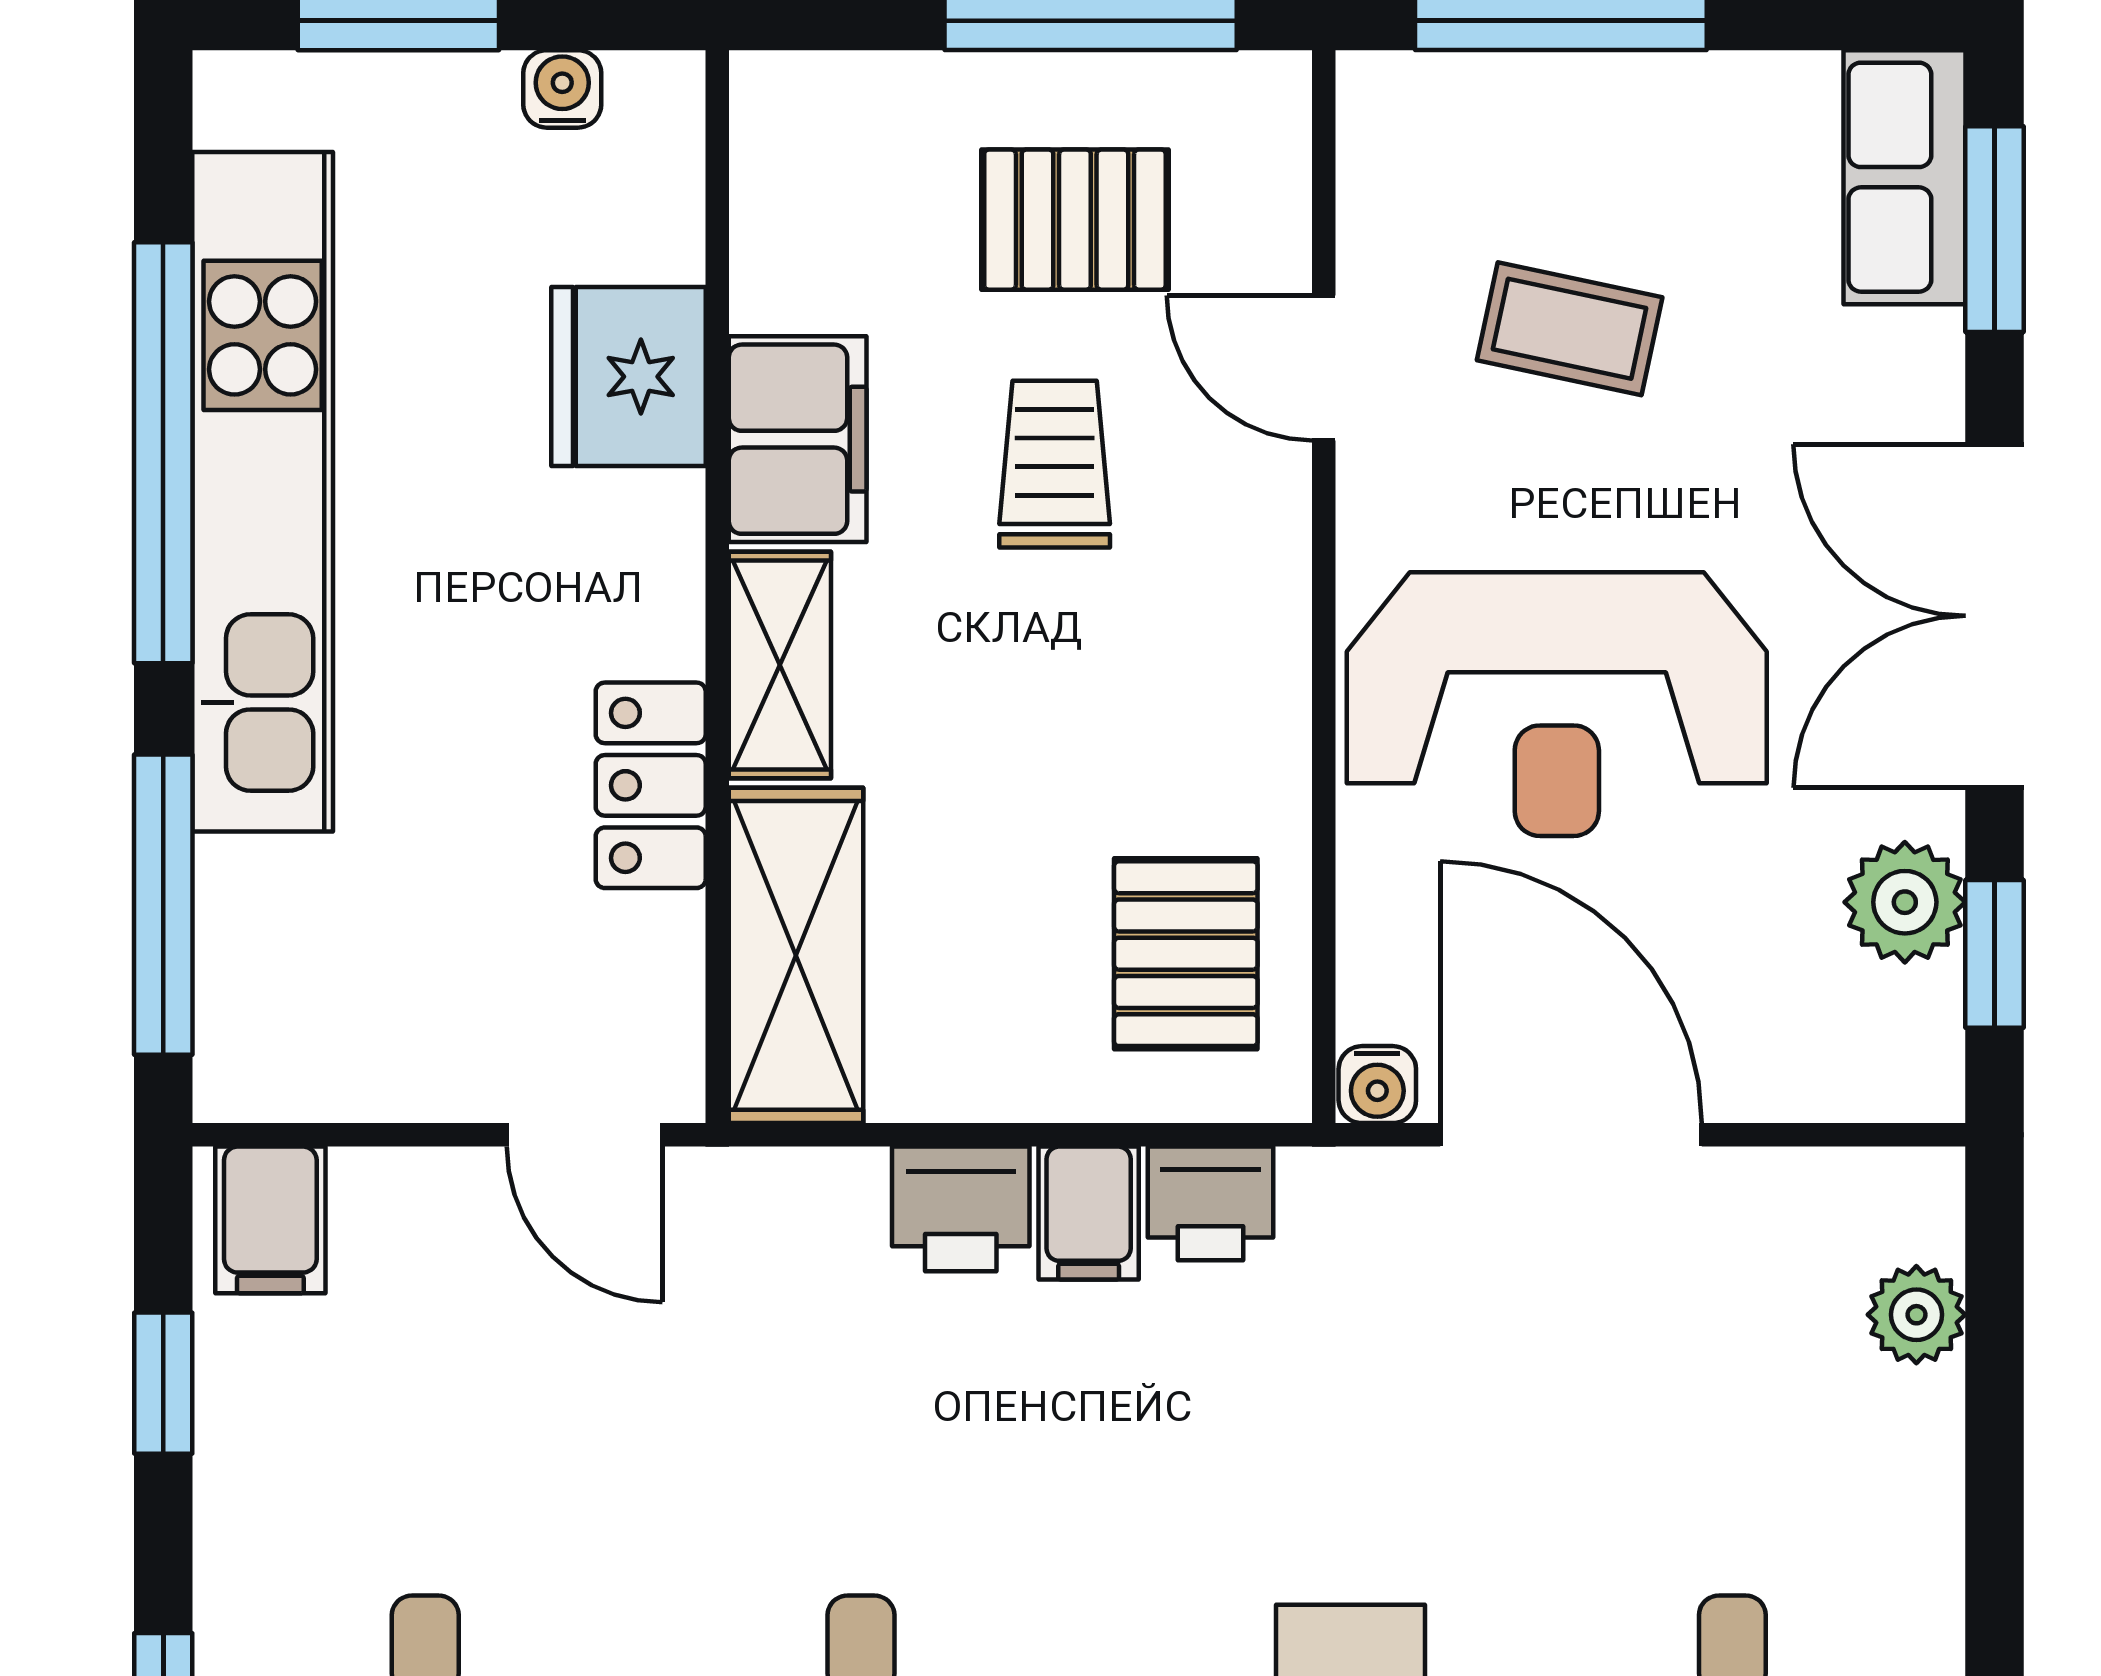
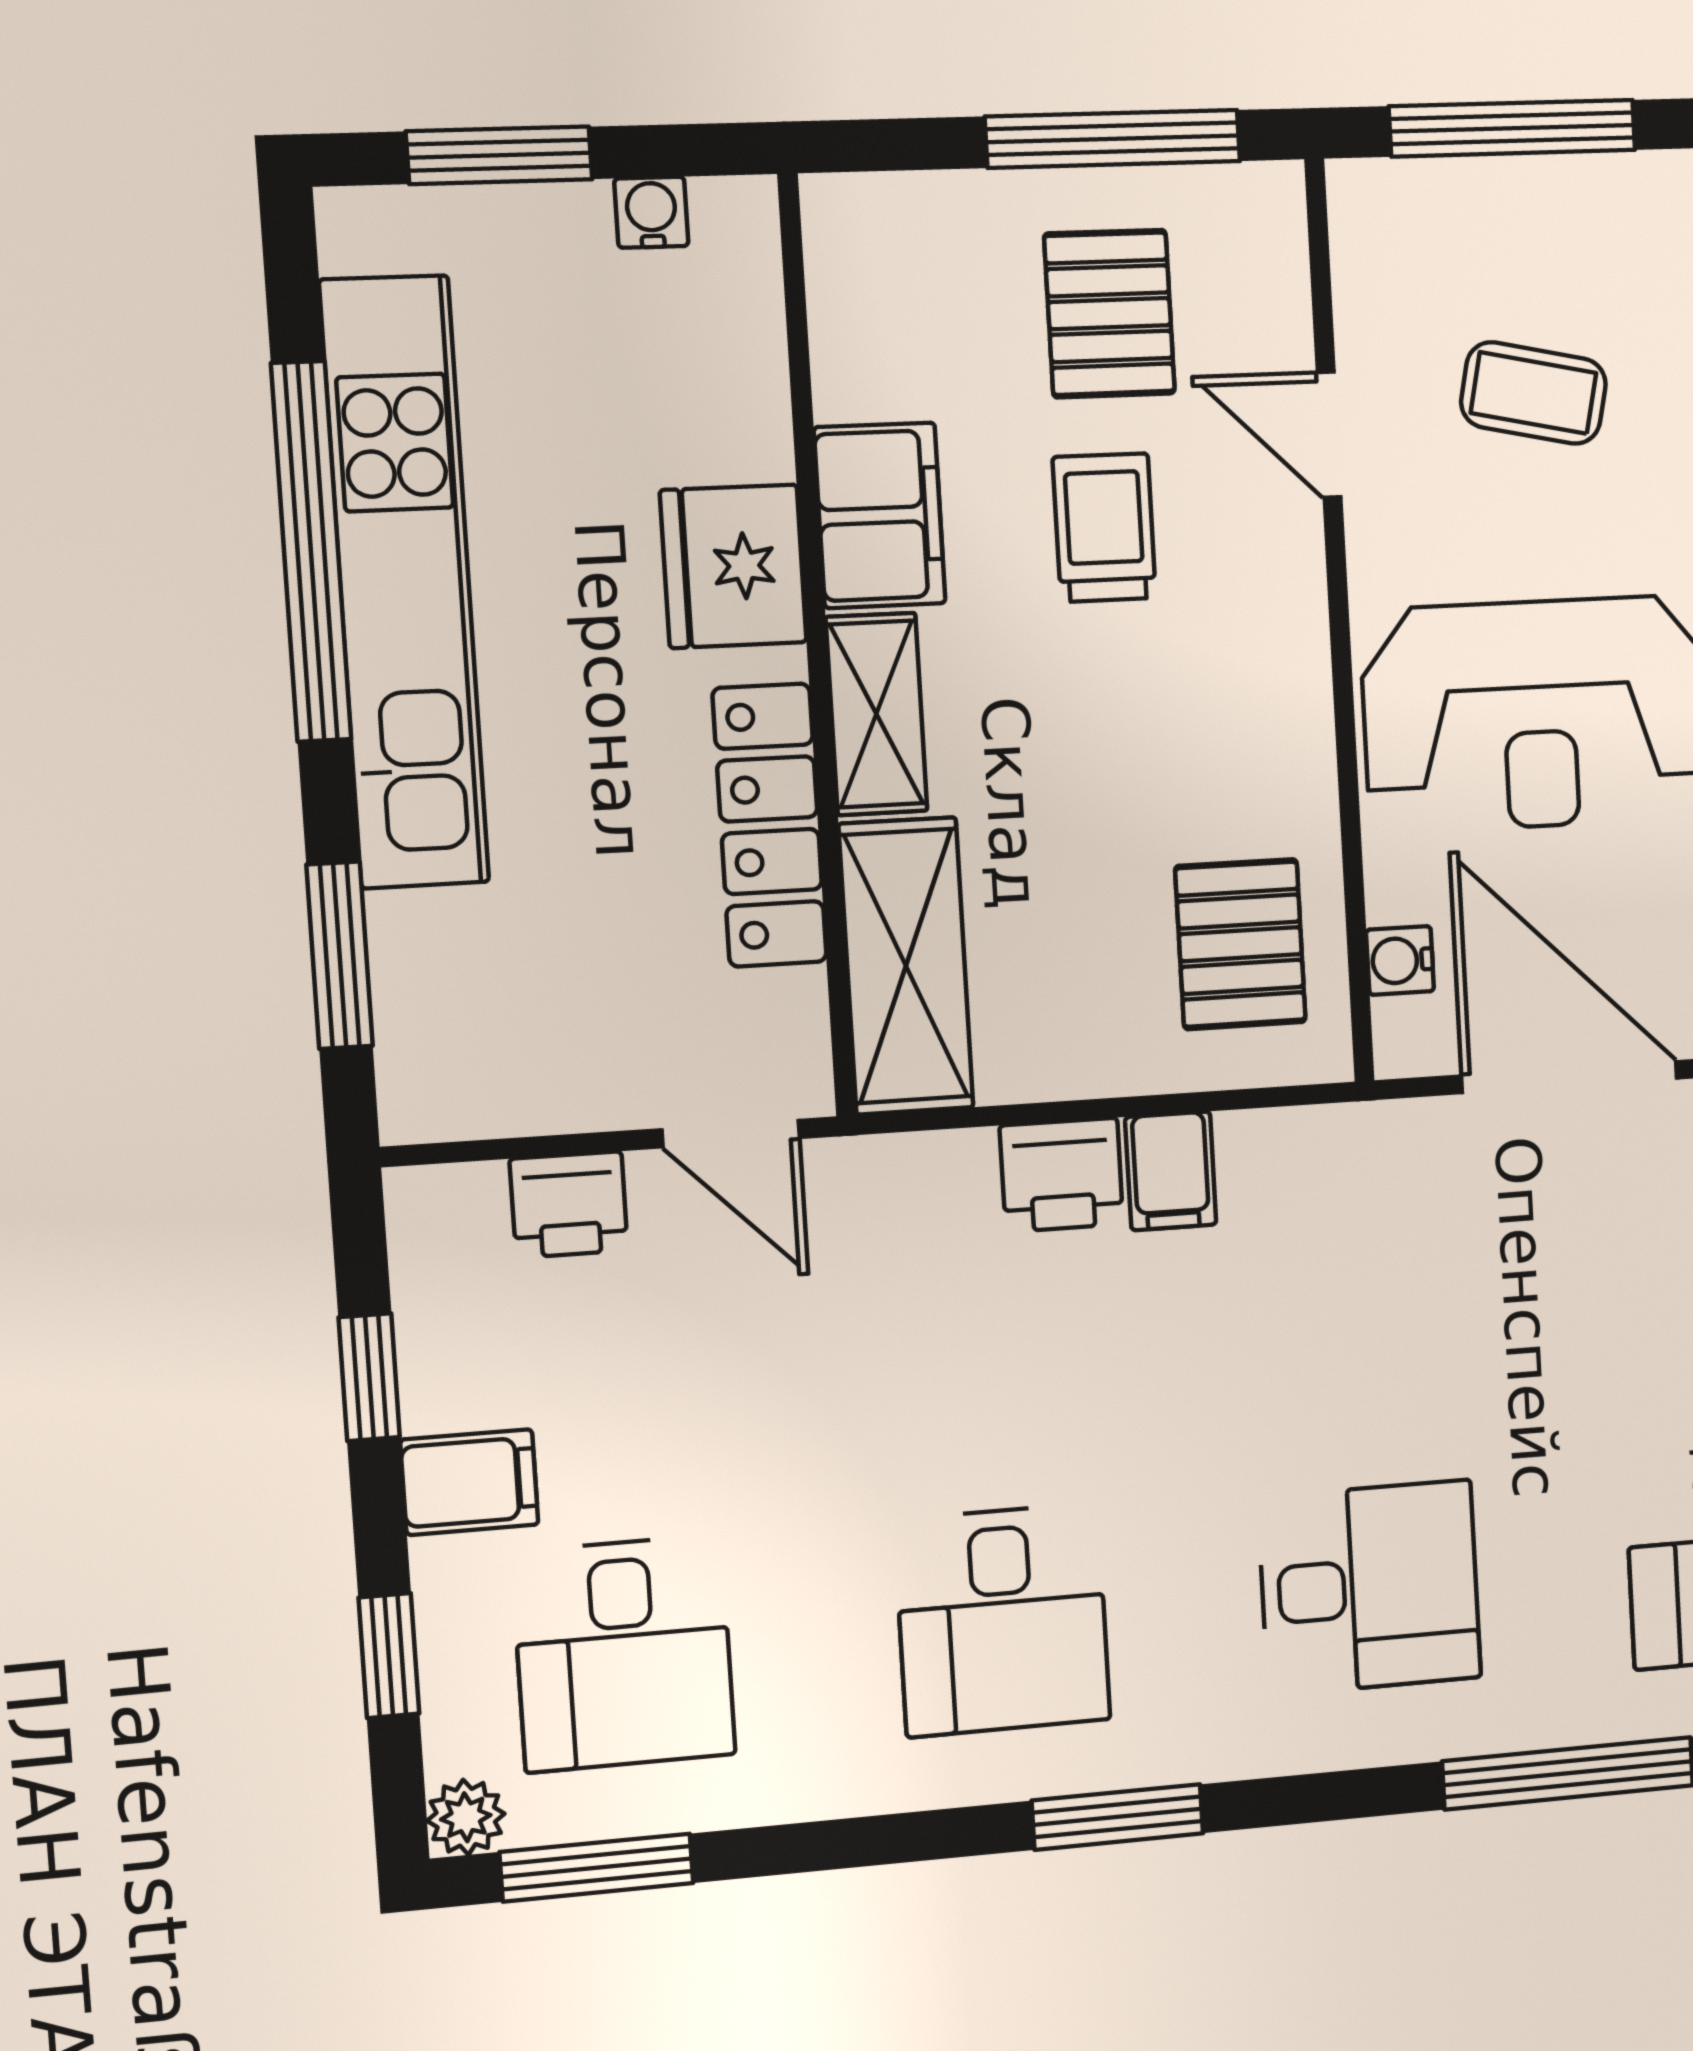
pallet: (1075, 220) -> (1110, 314), turned 90
fridge: (628, 377) -> (733, 566), moved
locker: (651, 785) -> (770, 825), width x1.53
window: (163, 905) -> (340, 955), width x0.69
water cooler: (1377, 1085) -> (1400, 960), moved, turned 90
printer: (1210, 1203) -> (569, 1205), moved
filing cabinet: (270, 1220) -> (469, 1482), moved, turned -90

